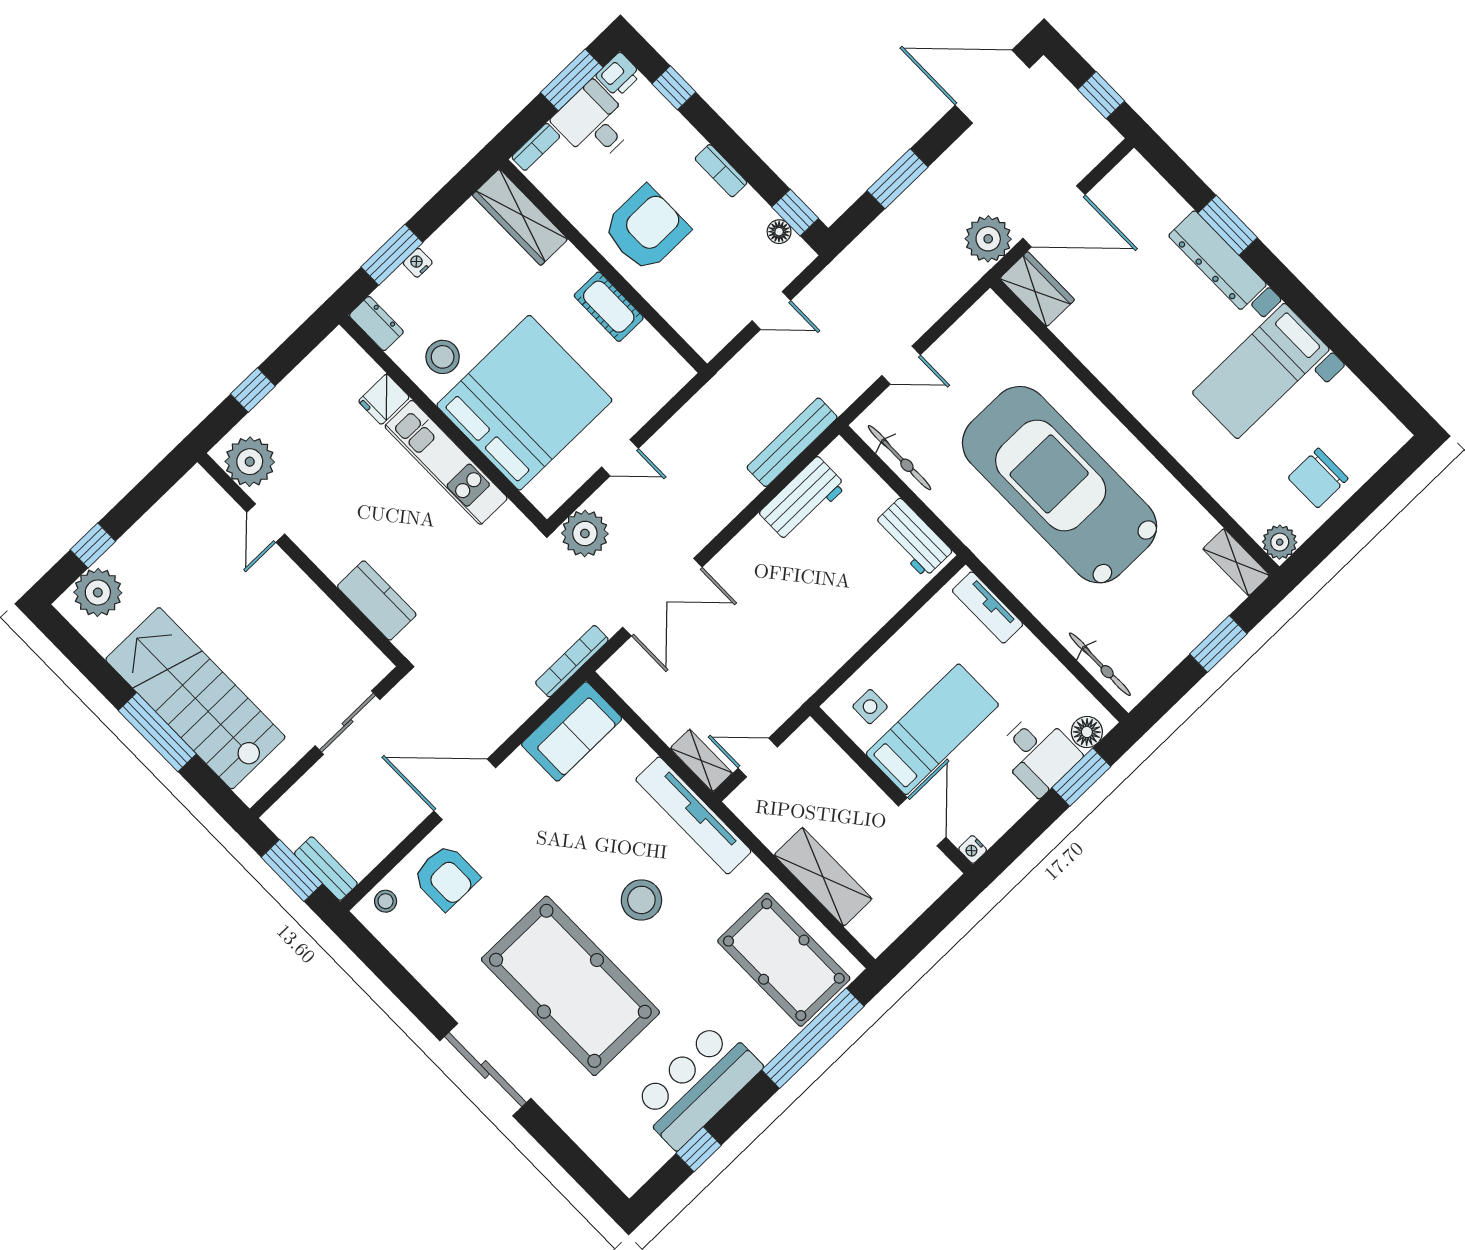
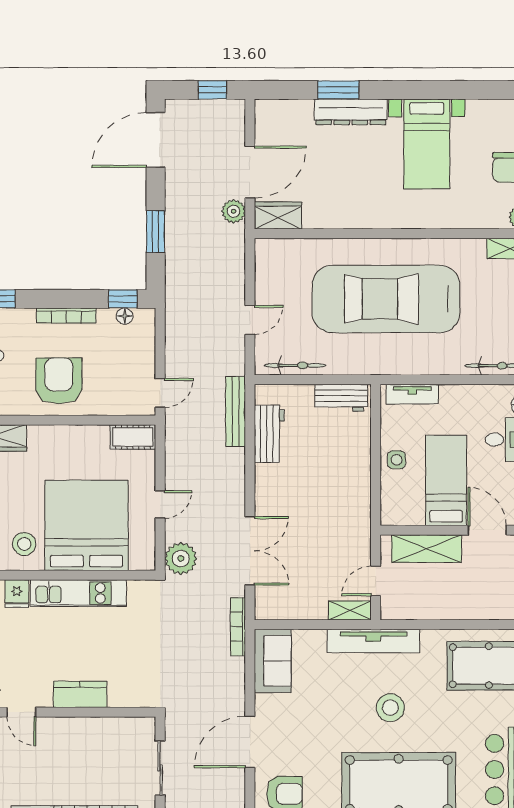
bookcase: (721, 171) -> (66, 315), width x1.56
plant: (988, 239) -> (234, 211), width x0.73, depth x0.73
cot: (609, 307) -> (133, 437), moved
door: (771, 311) -> (160, 393), moved
kitchen counter: (377, 600) -> (80, 694), moved
side table: (870, 707) -> (397, 460), moved
shelving: (823, 877) -> (427, 549), moved

